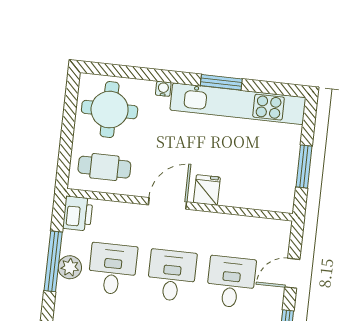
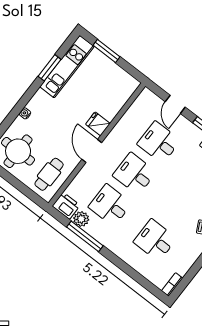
window: (221, 82) -> (49, 68), moved
kitchen unit: (238, 104) -> (67, 67), width x0.73
window: (304, 167) -> (106, 51), moved
plant: (70, 267) -> (81, 219), moved

